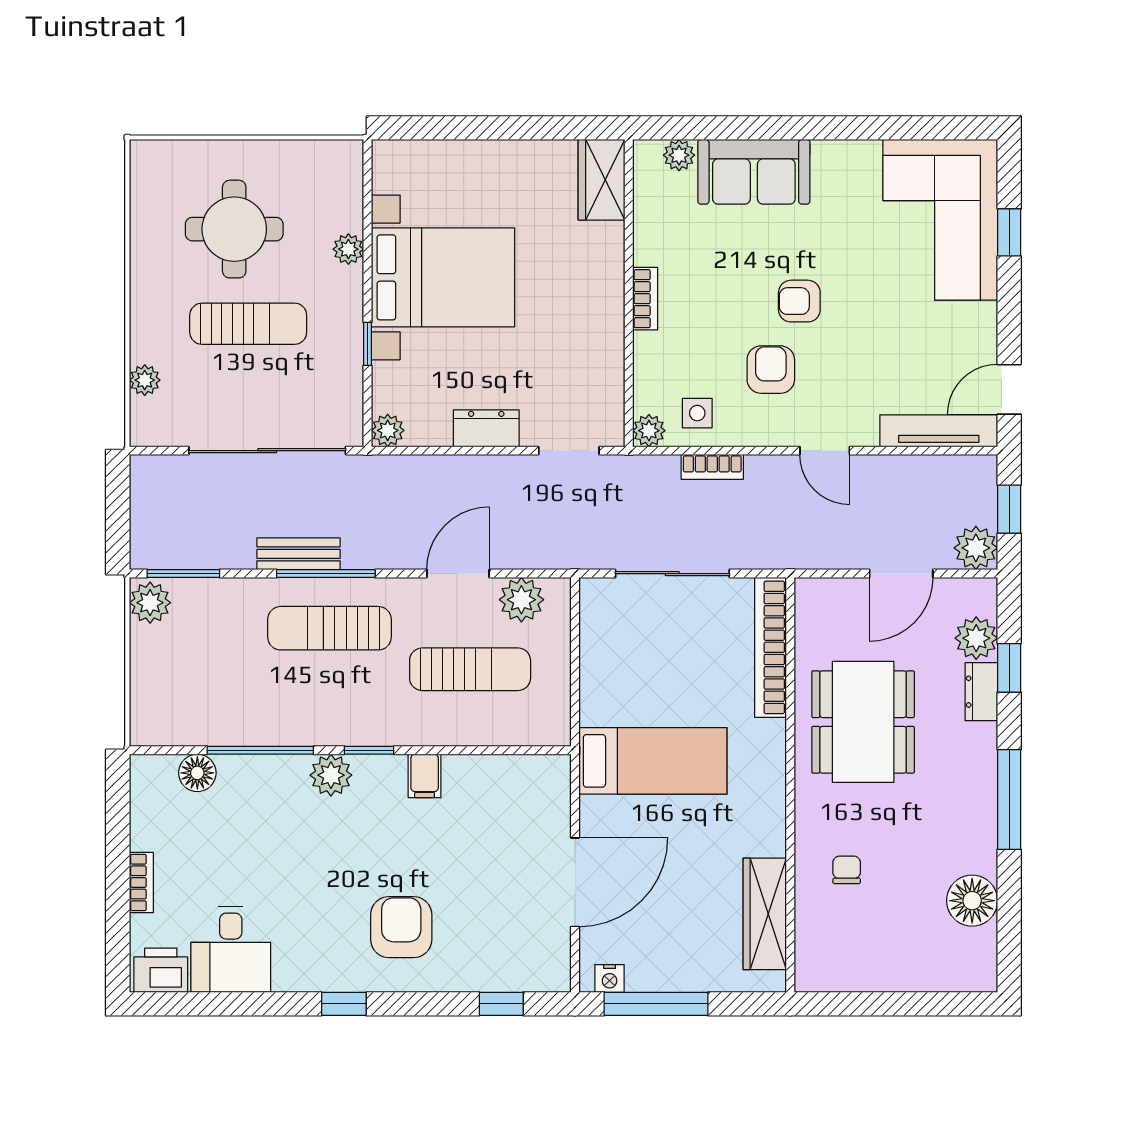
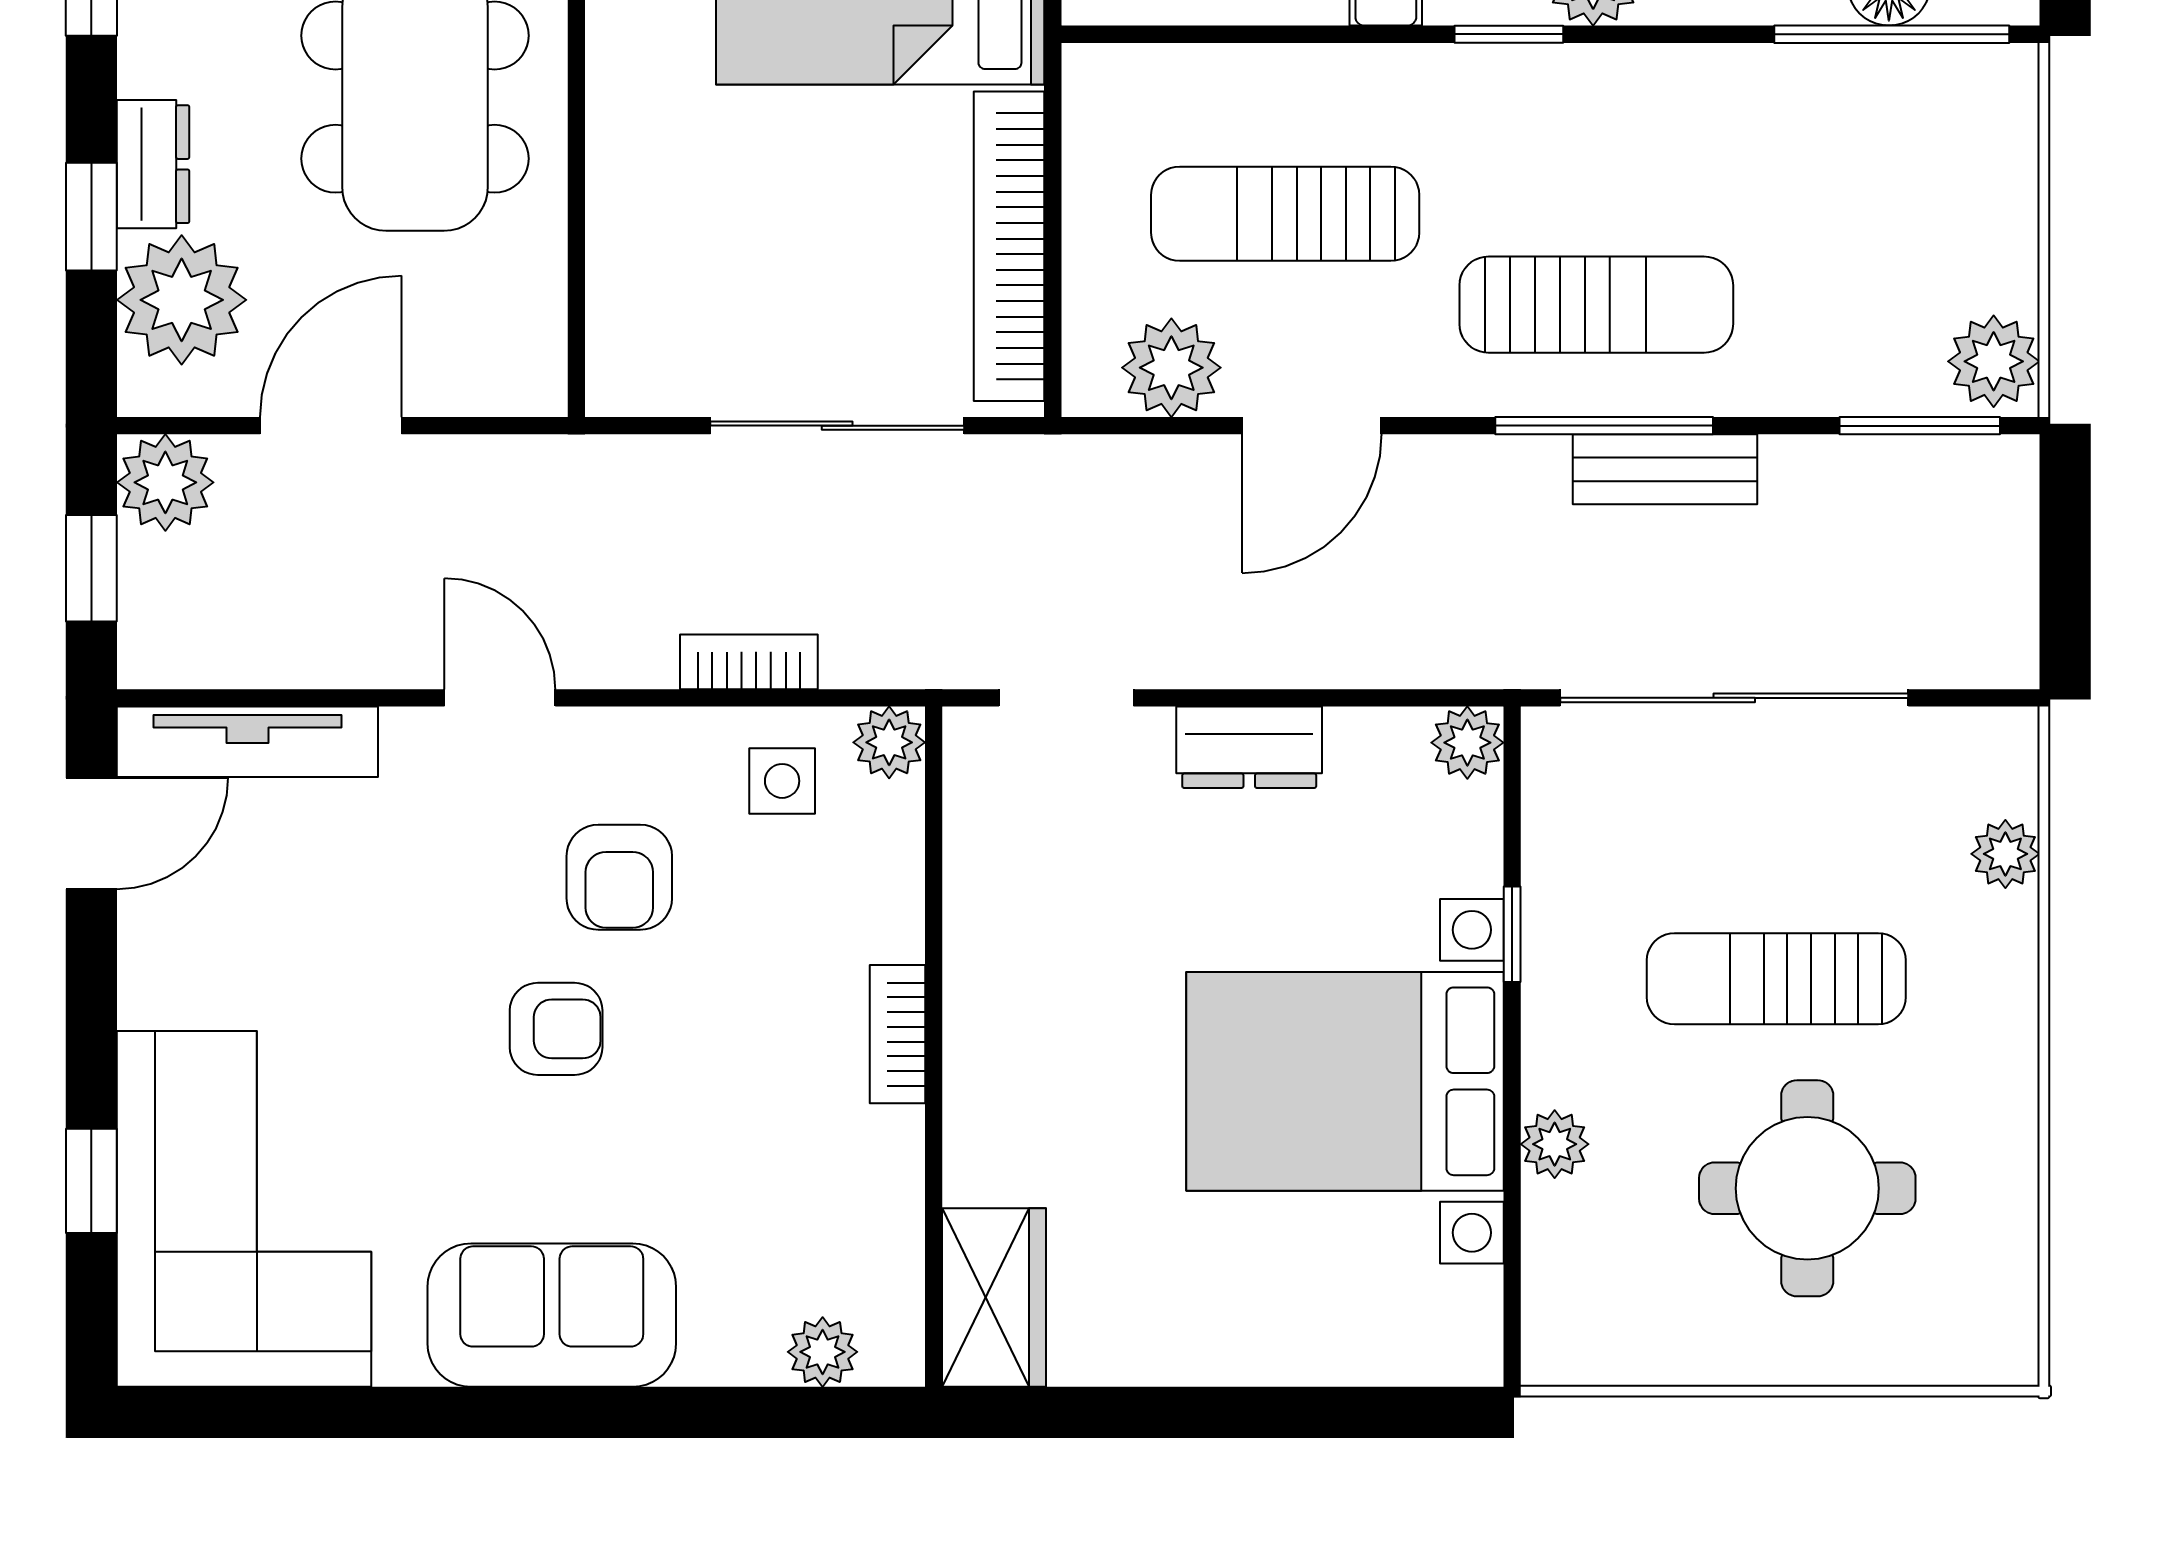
sofa: (754, 172) -> (552, 1315), moved
plant: (976, 638) -> (182, 300), width x1.36, depth x1.36
bookcase: (770, 647) -> (1009, 246), moved, turned 180
window: (260, 750) -> (1892, 34), moved

